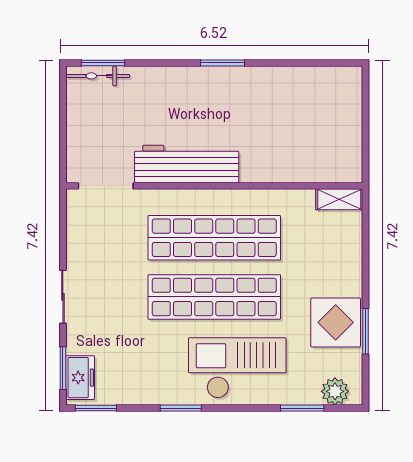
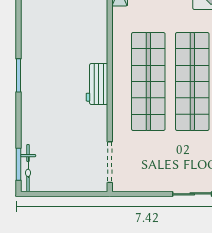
workbench: (187, 164) -> (97, 84), width x0.53, depth x0.76

